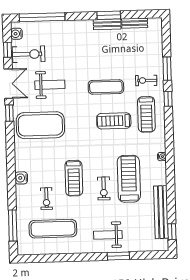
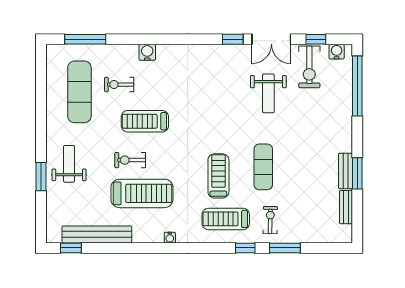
exercise mat: (40, 125) -> (216, 79), removed

